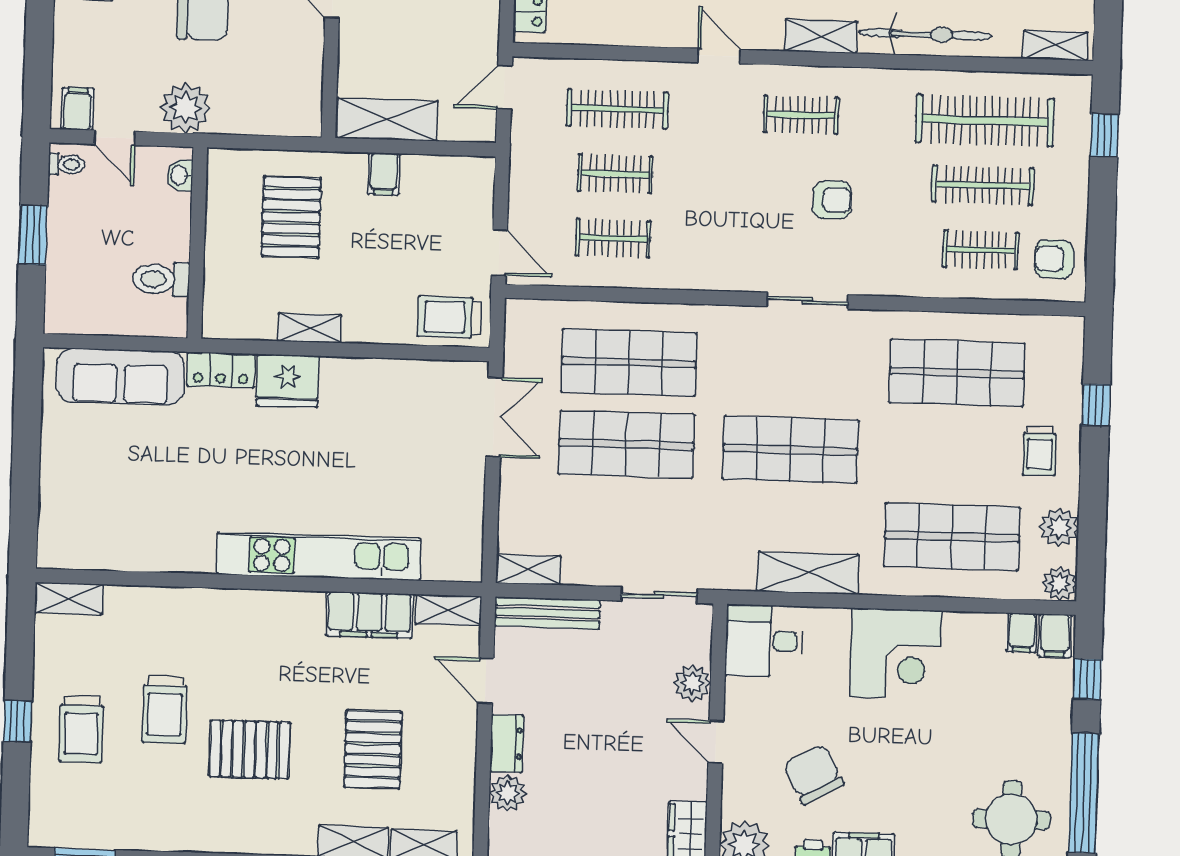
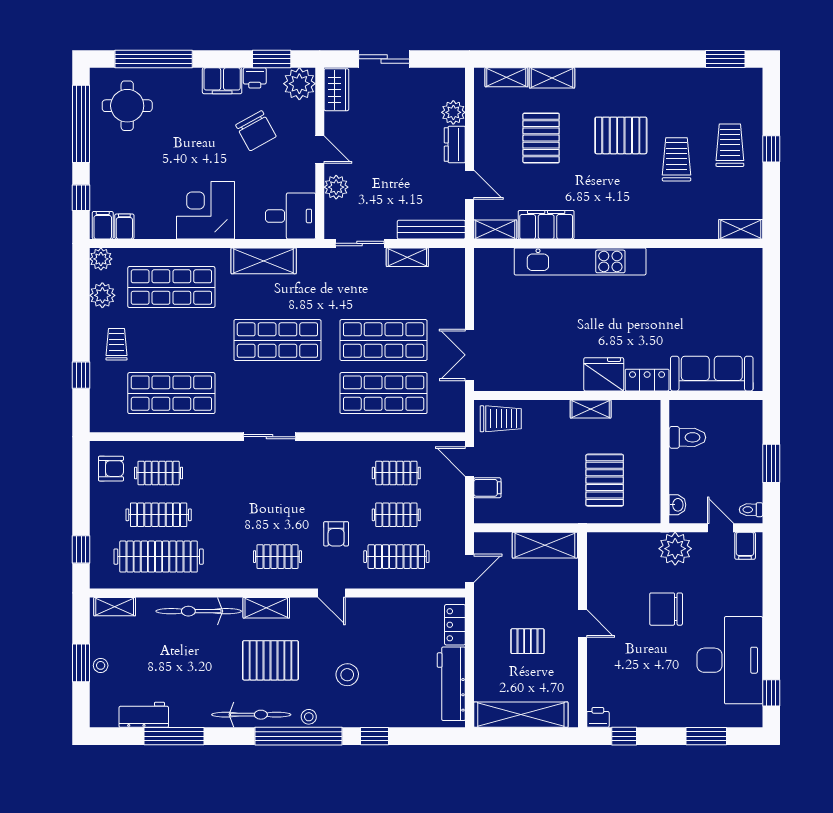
filing cabinet: (384, 174) -> (487, 488), moved, turned 90
armchair: (832, 200) -> (336, 534), moved, turned -90
shelving: (528, 570) -> (407, 257), moved

